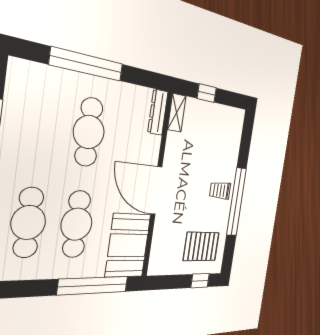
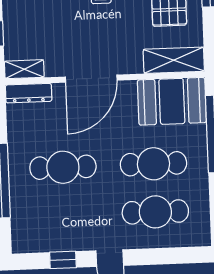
door: (156, 190) -> (91, 79), moved
shelving: (160, 249) -> (174, 60), added

